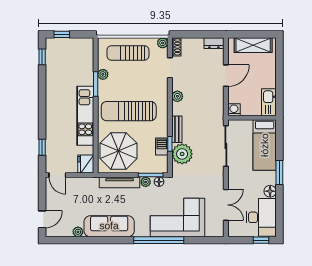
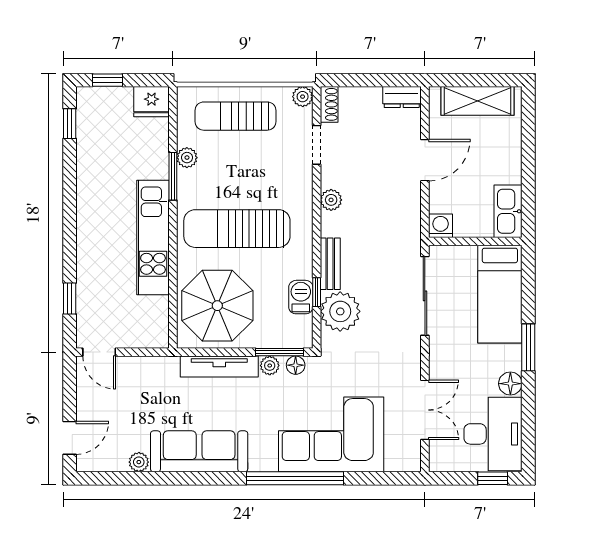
fridge: (86, 164) -> (152, 102), moved, turned -90

